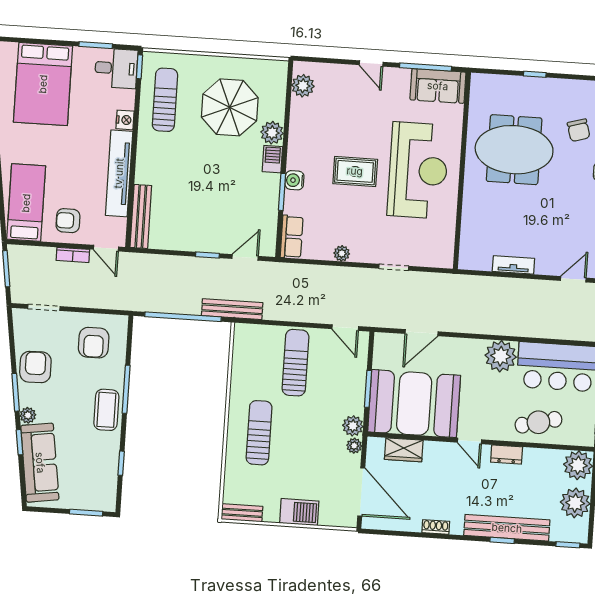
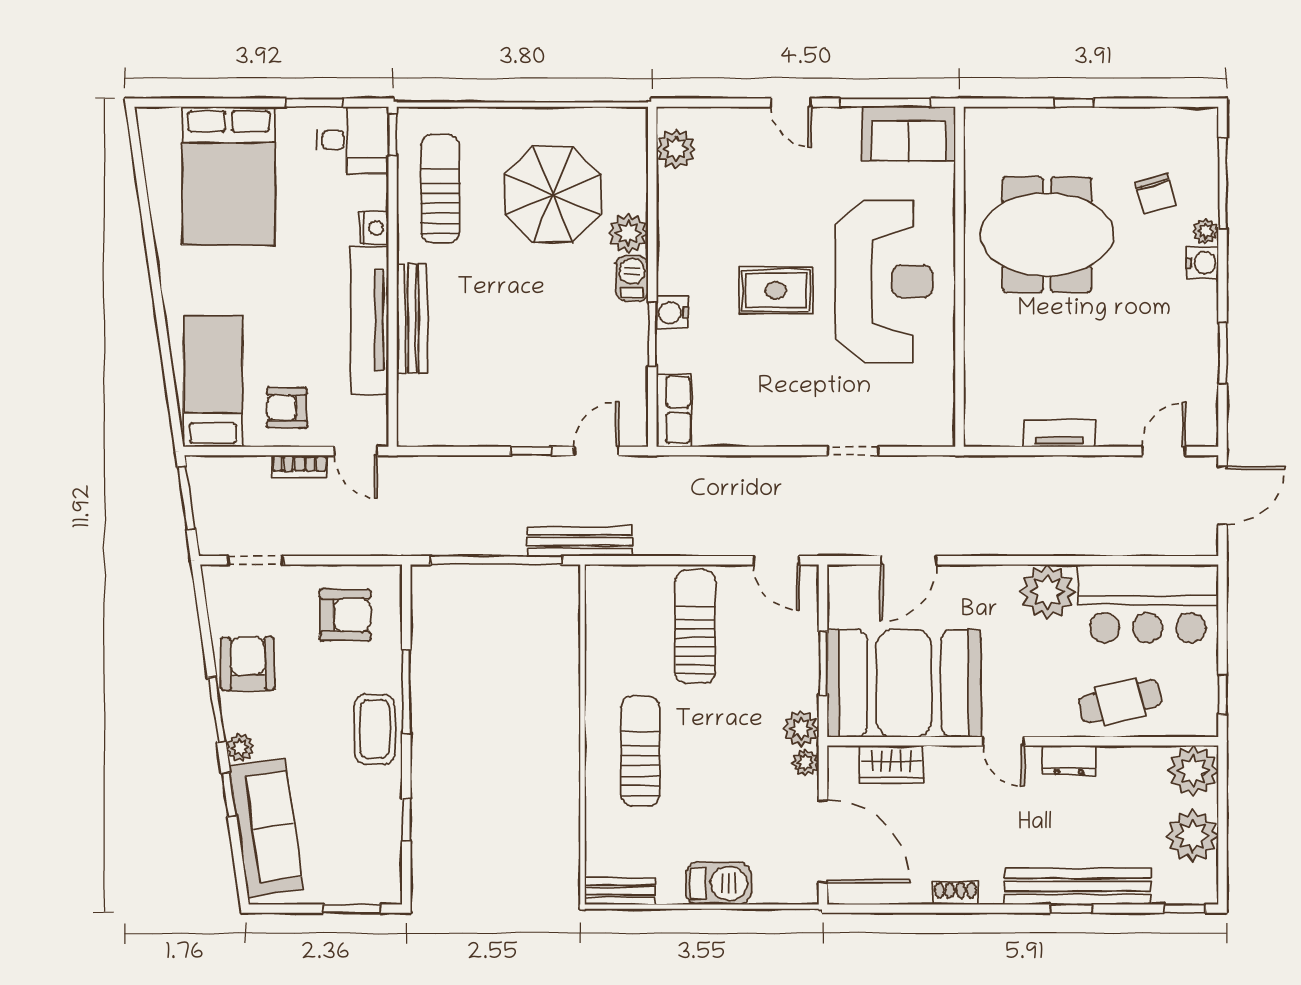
bench: (141, 216) -> (412, 319), moved
plant: (342, 253) -> (762, 433), removed
armchair: (94, 343) -> (345, 615), turned -90

